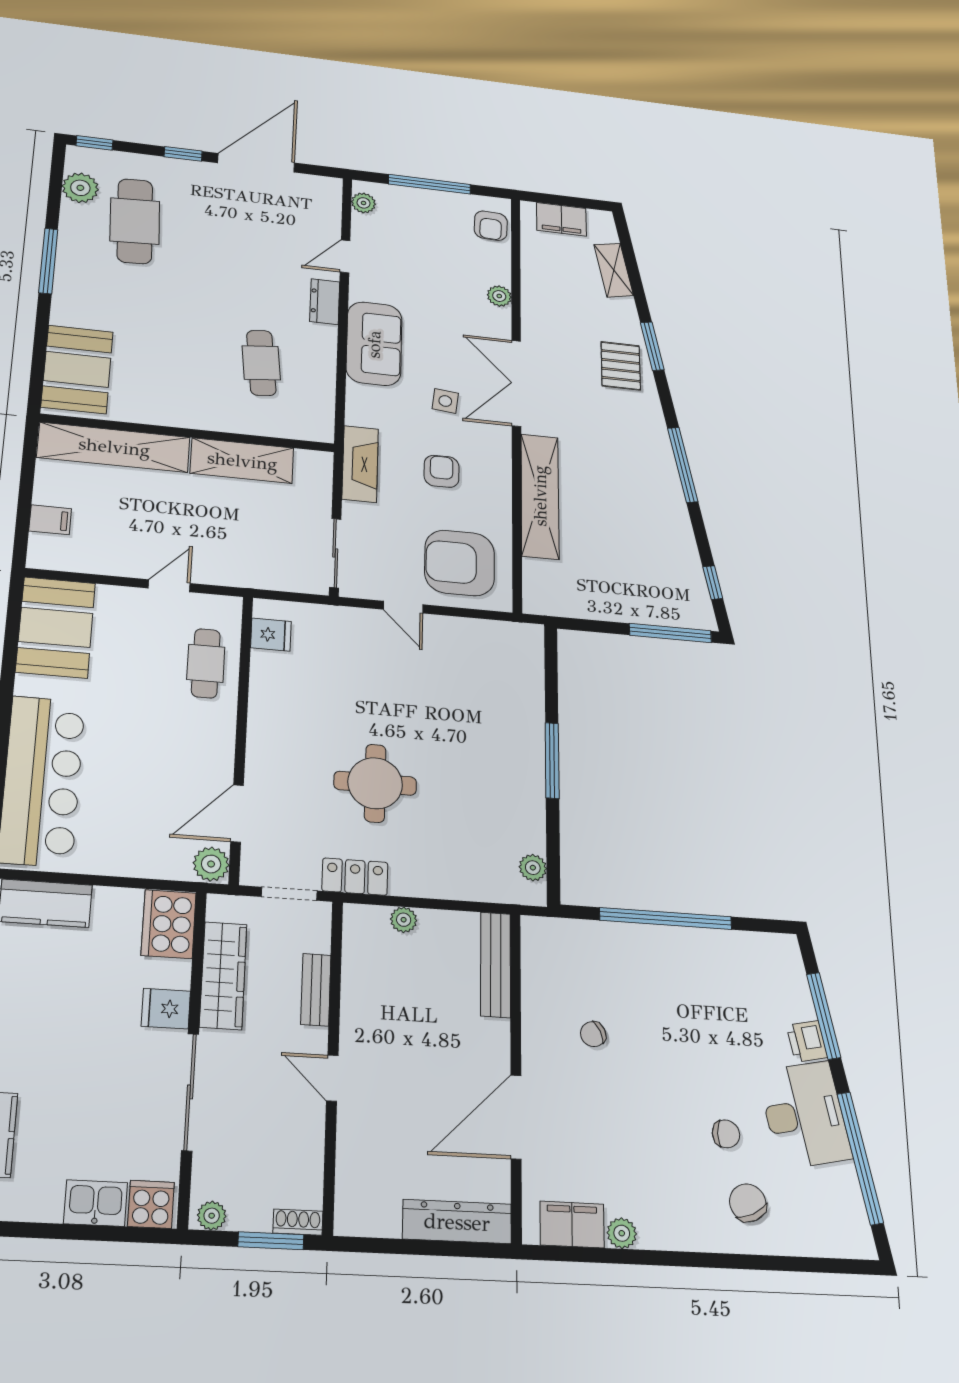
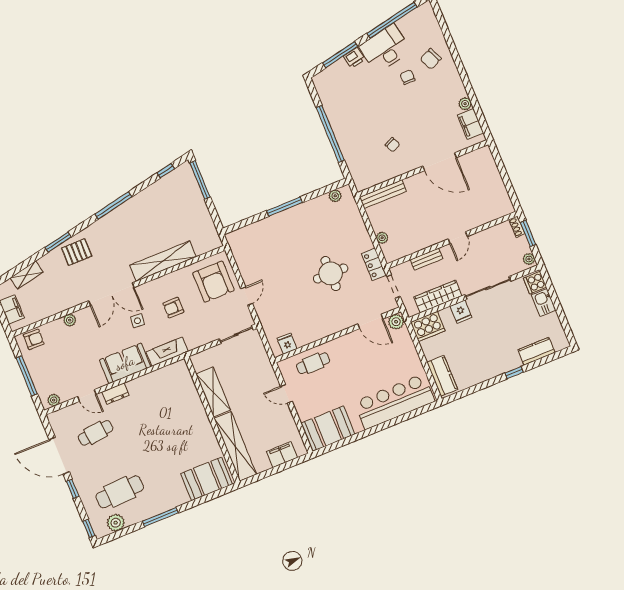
cafe table: (261, 363) -> (96, 433), moved
fireplace: (360, 464) -> (167, 352), moved
filing cabinet: (50, 520) -> (282, 455), width x2.00
dresser: (457, 1222) -> (489, 168), removed

